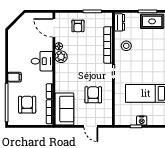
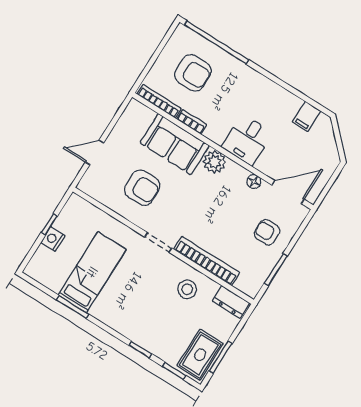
plant: (61, 57) -> (214, 162), moved
filing cabinet: (14, 77) -> (307, 116), moved
sofa: (64, 109) -> (175, 144), moved

